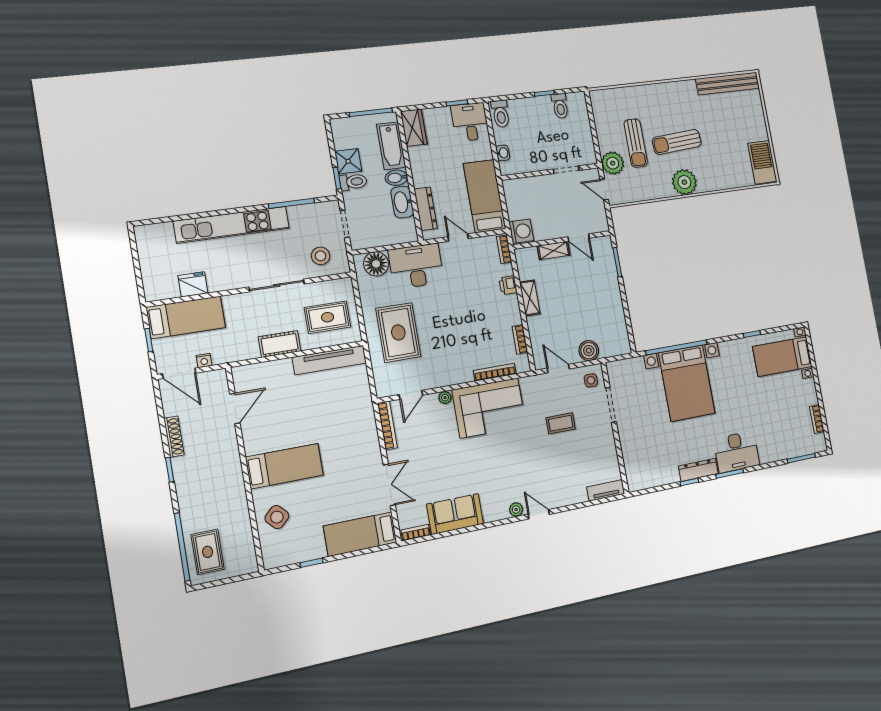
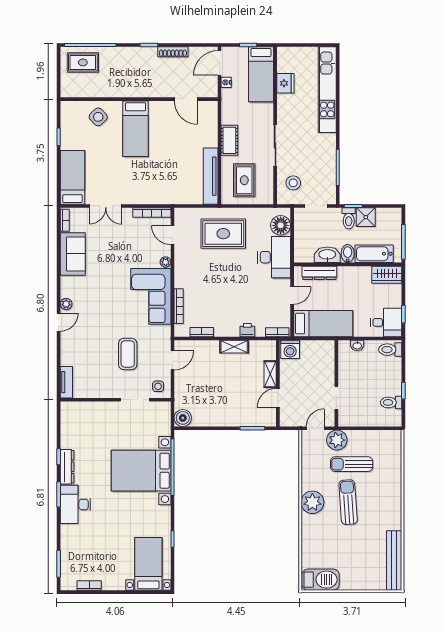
kitchen unit: (232, 225) -> (327, 90), moved
boiler: (589, 351) -> (183, 418), moved
coffee table: (561, 423) -> (128, 354), width x1.36, depth x1.30

